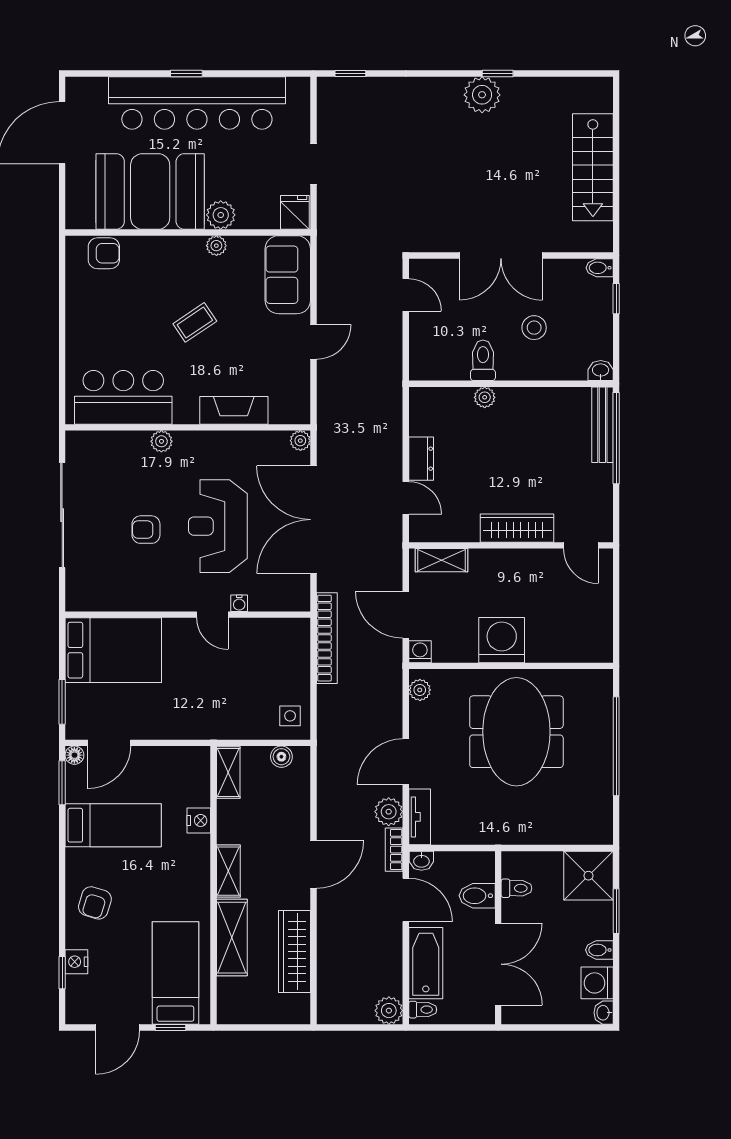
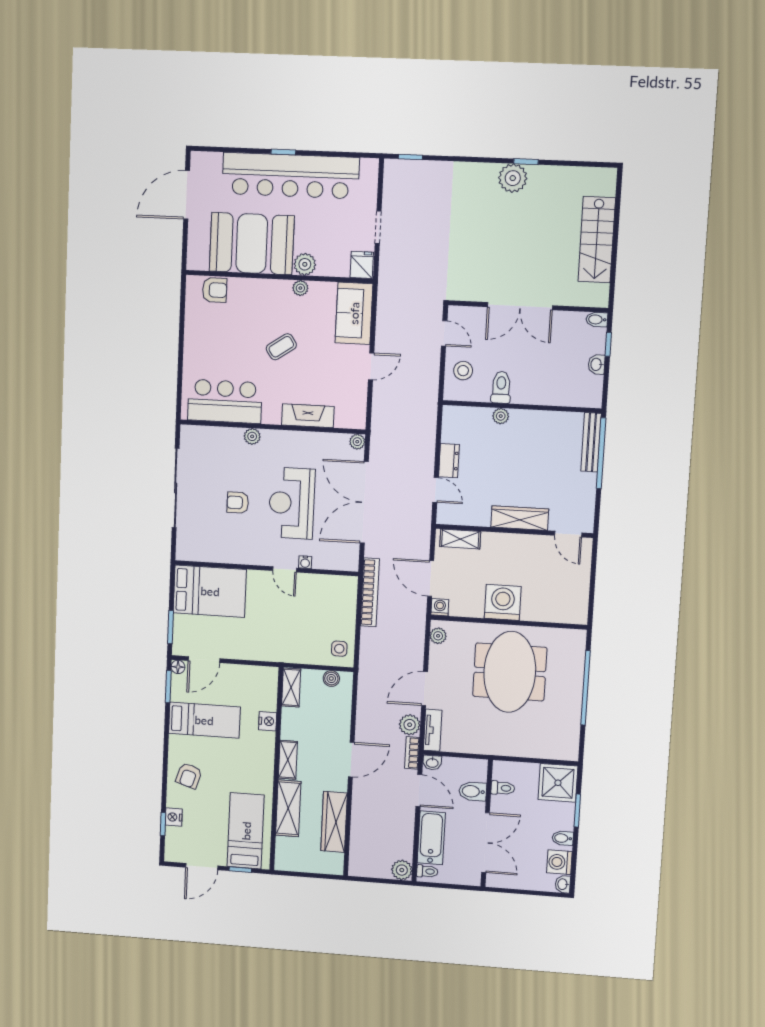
stool: (534, 328) -> (463, 371), moved
washbasin: (601, 371) -> (597, 364), moved, turned -90

